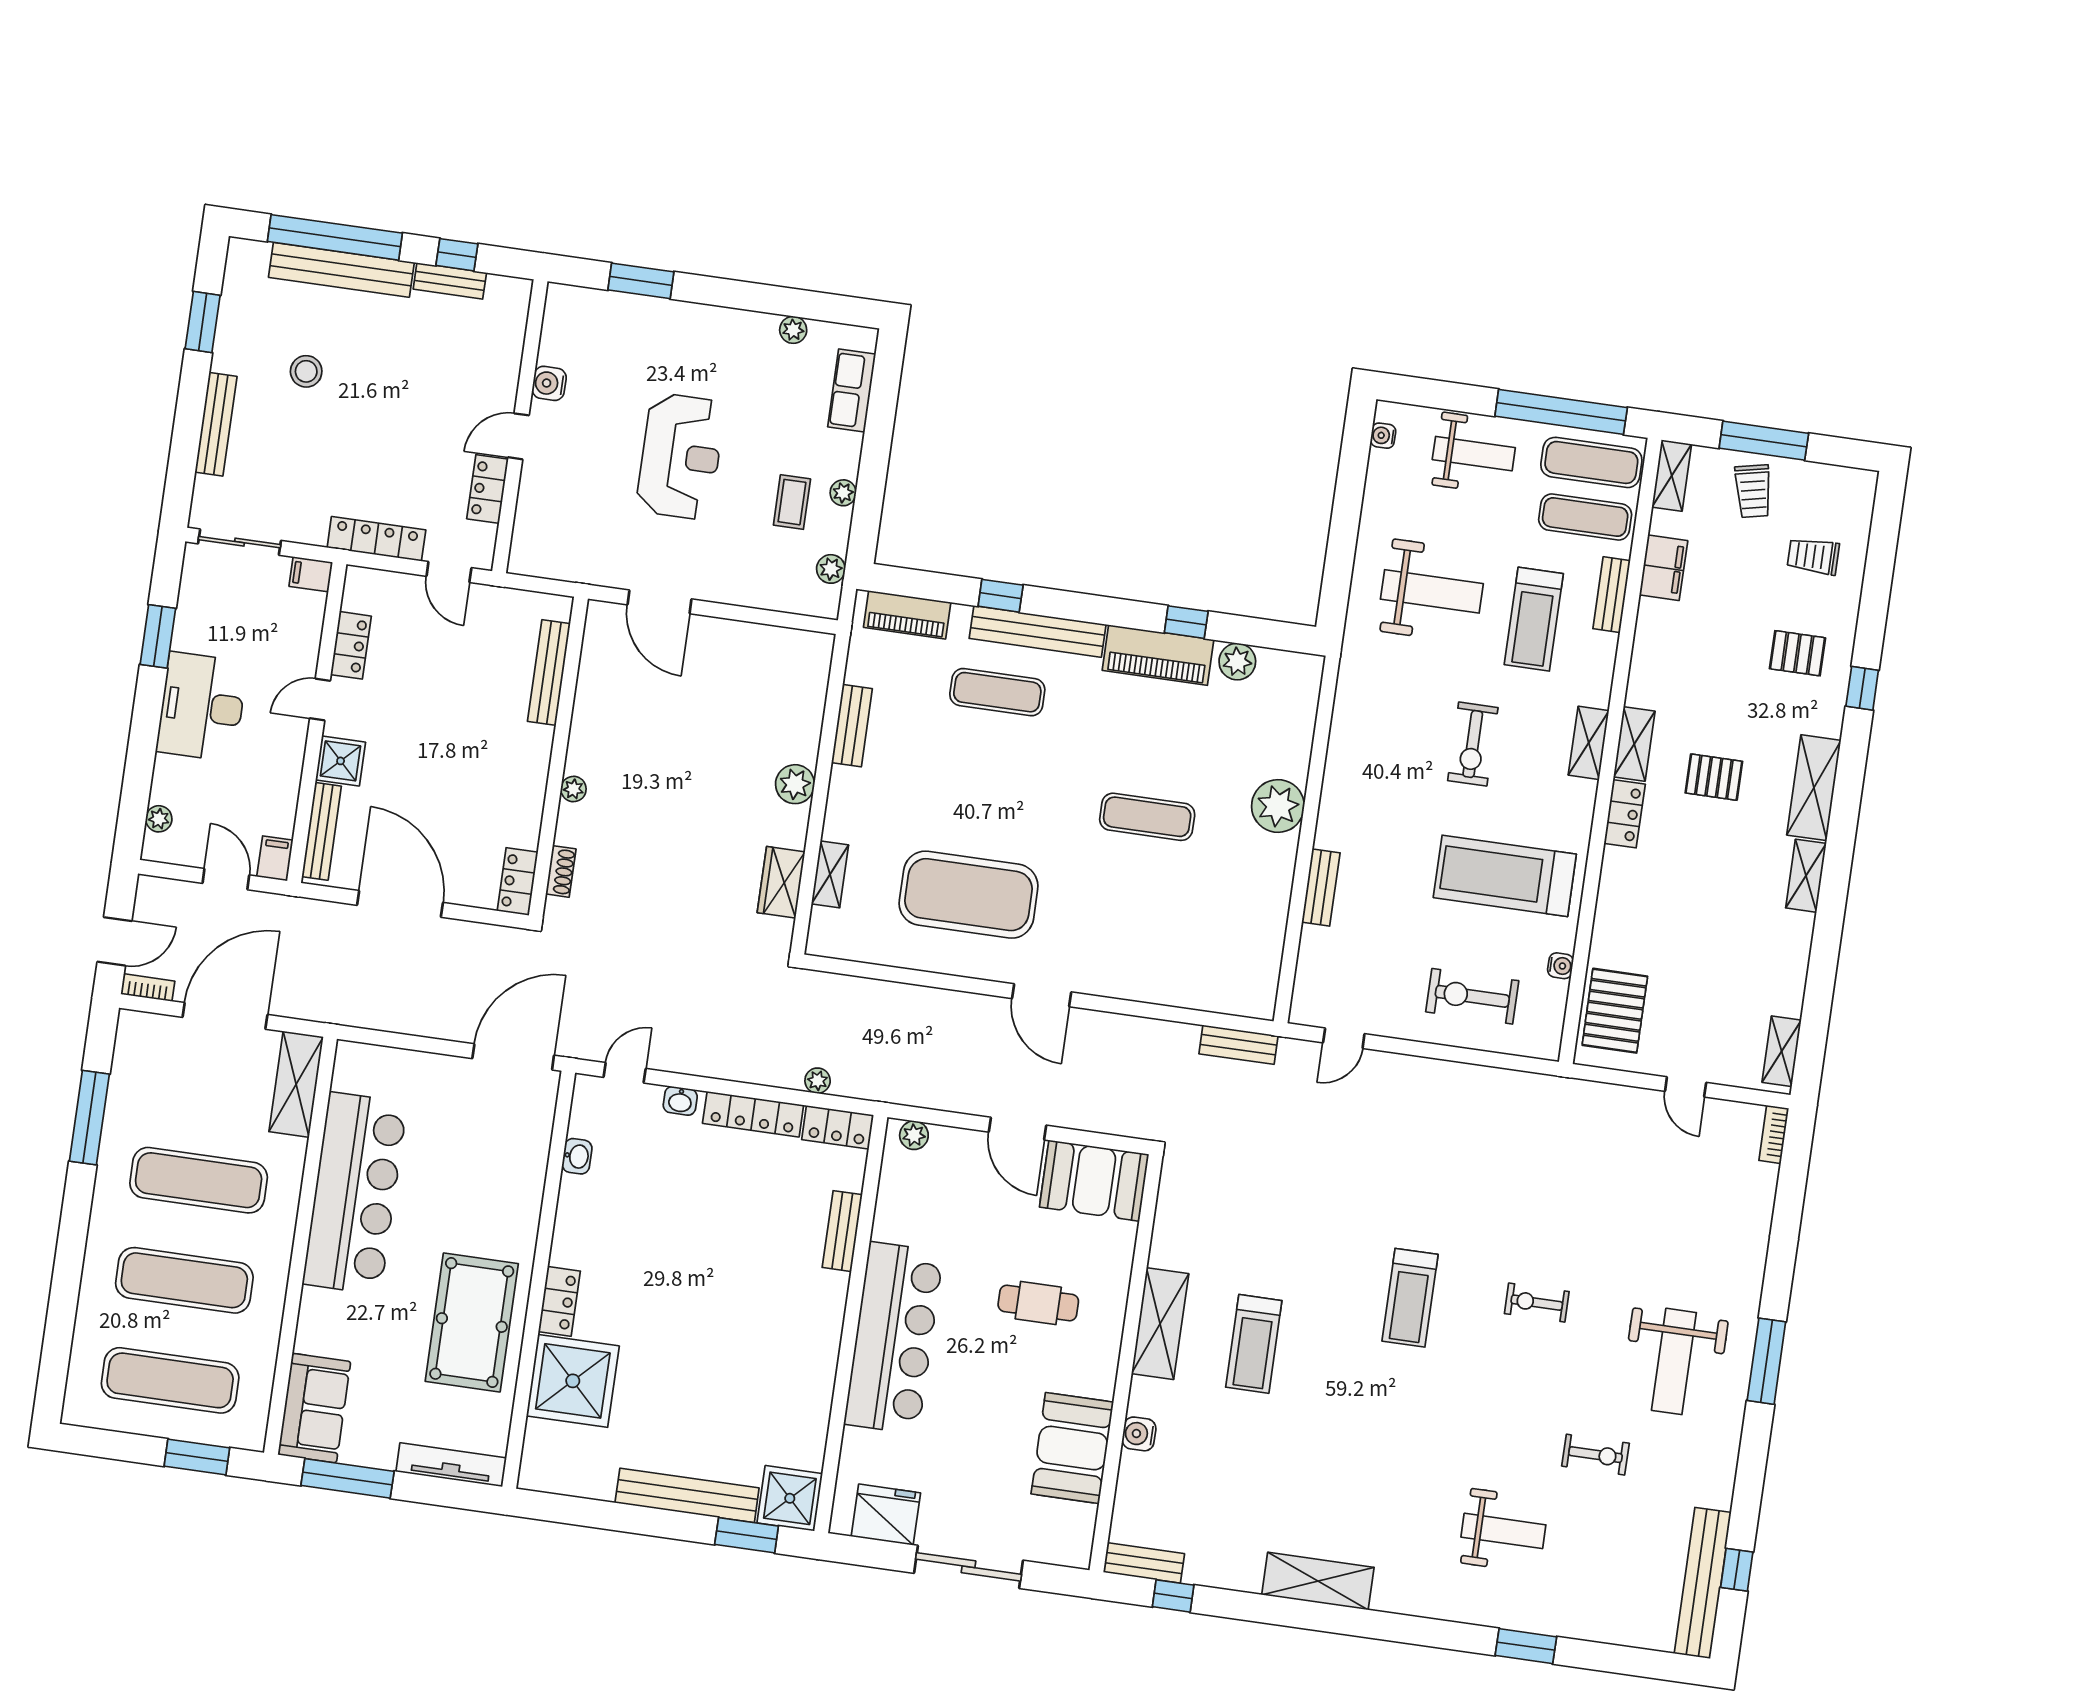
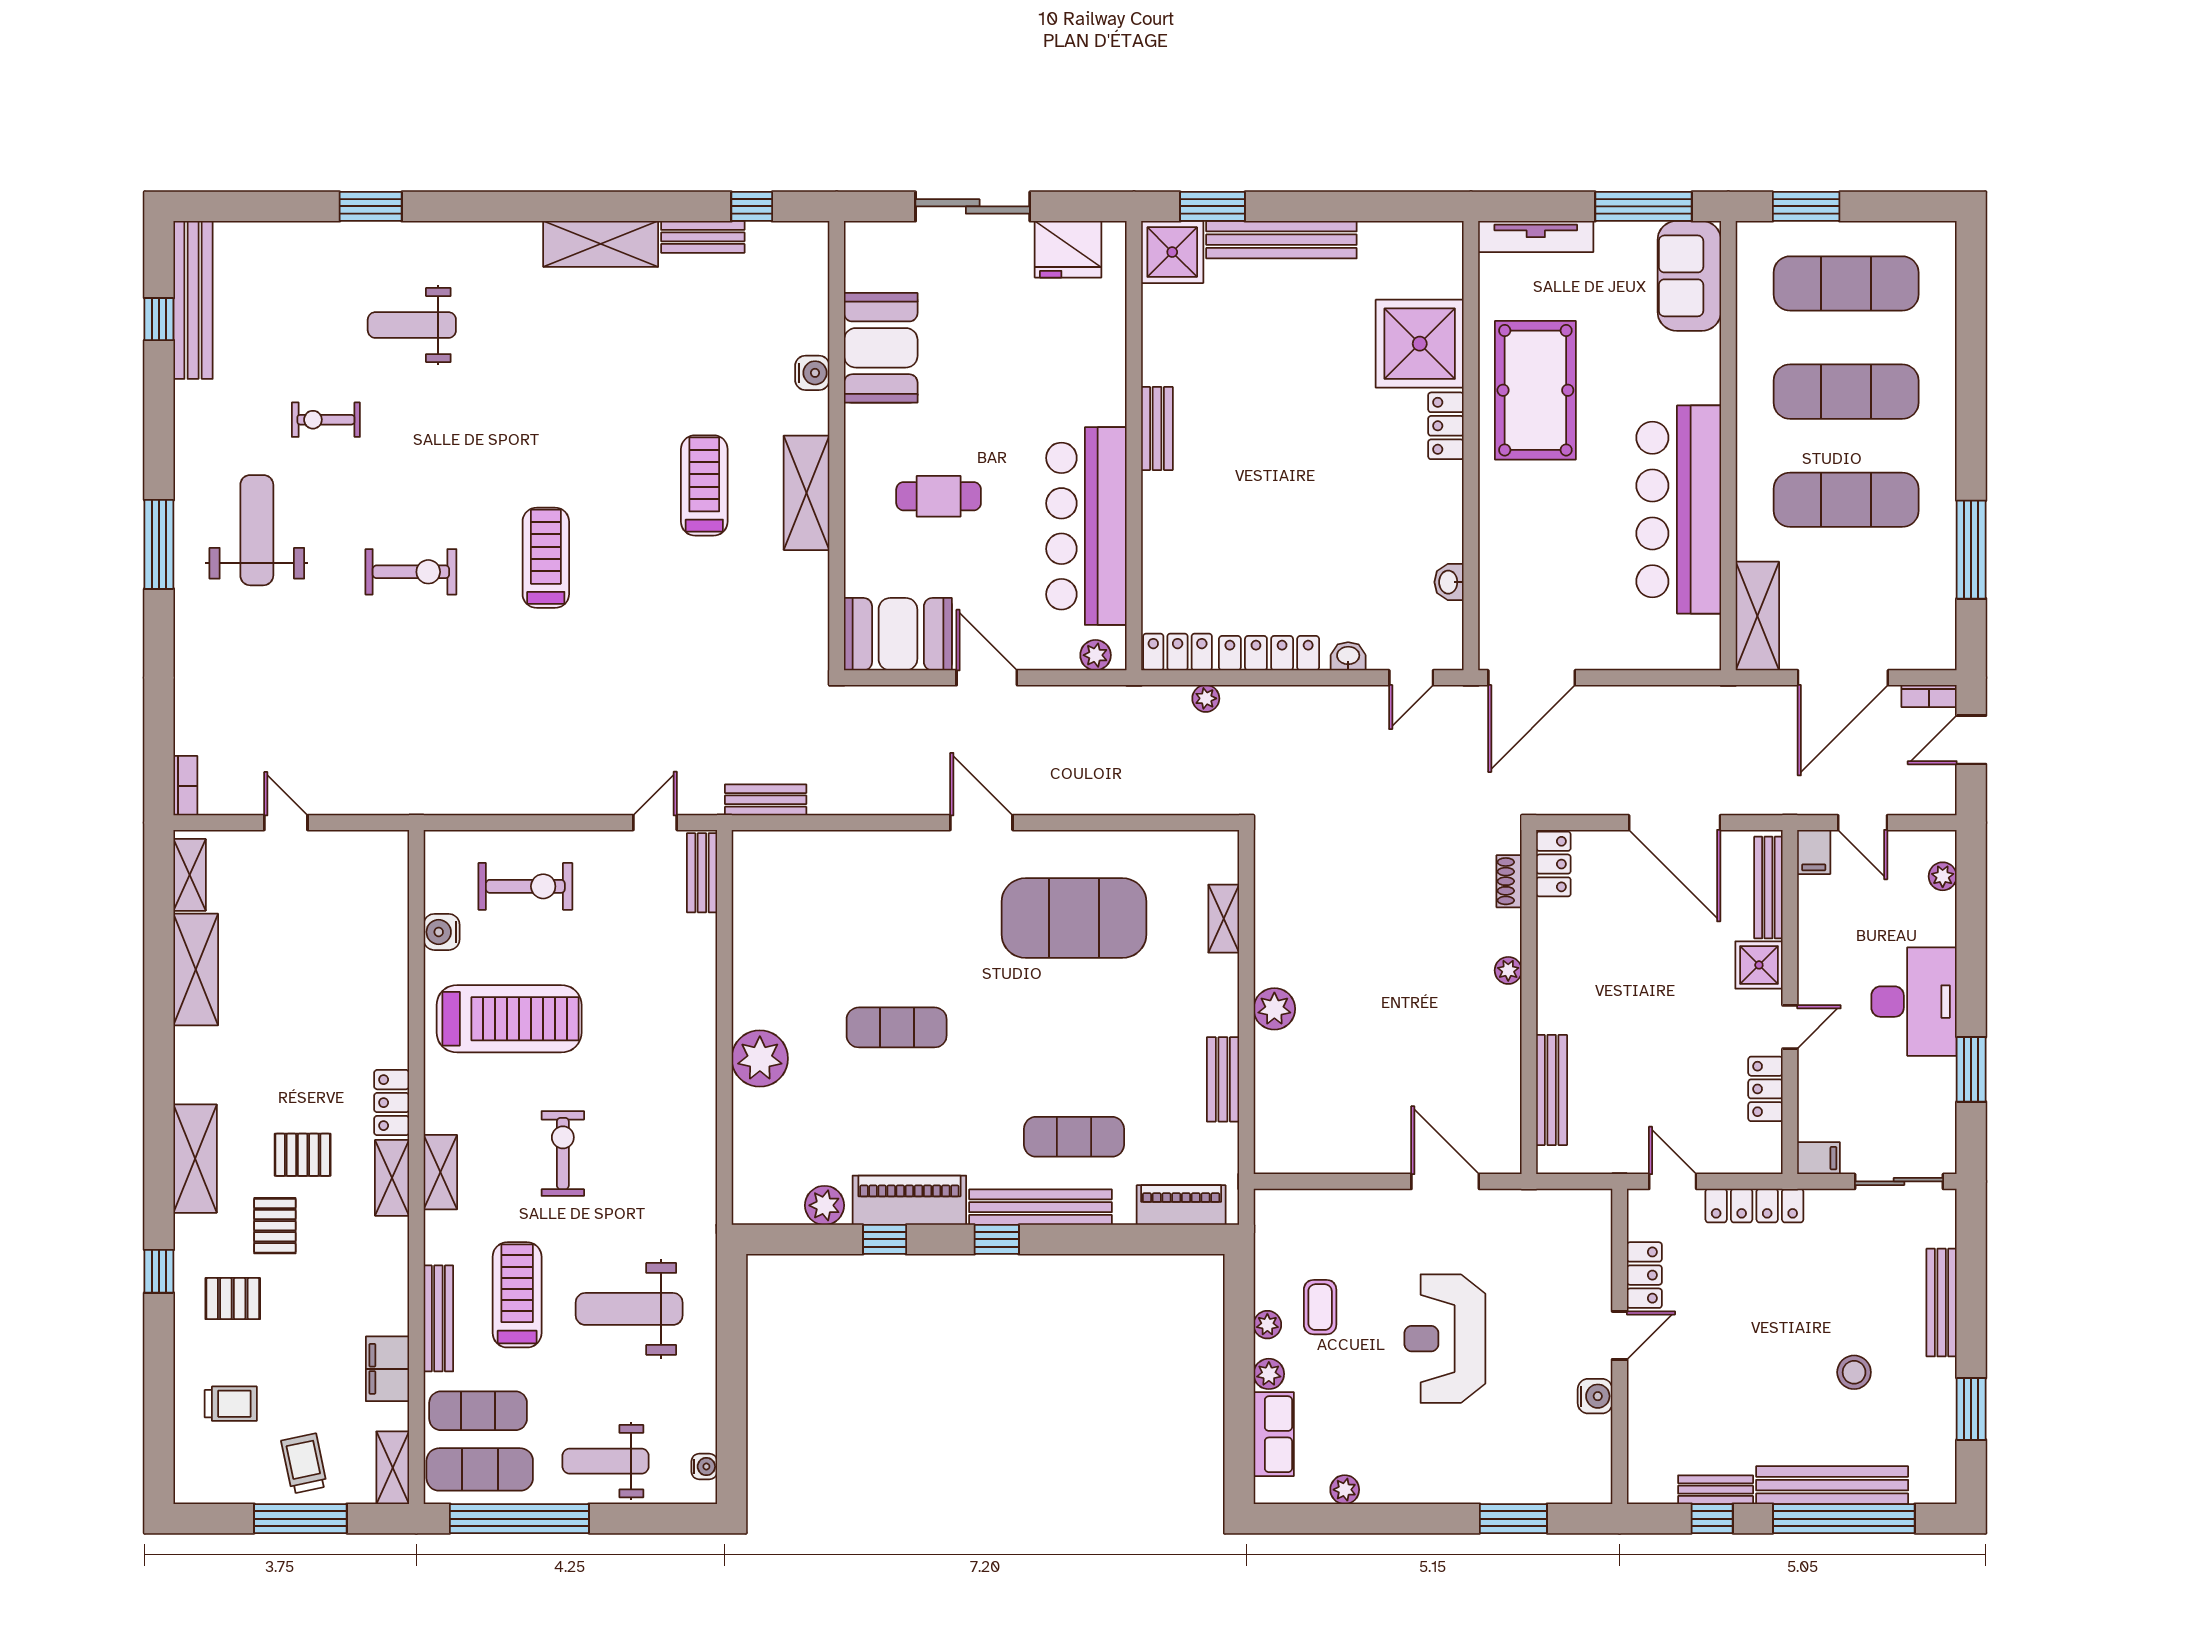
plant: (831, 569) -> (1269, 1374), moved
bench: (1612, 595) -> (438, 1318), width x1.36
window: (1001, 596) -> (997, 1239), moved
shelving: (1806, 876) -> (196, 970), moved, width x1.50, depth x1.33
wardrobe: (781, 882) -> (1274, 903), removed
bench: (1321, 888) -> (702, 873), moved
water cooler: (1560, 966) -> (442, 932), width x1.38, depth x1.38
pallet: (1615, 1011) -> (275, 1226), moved, width x0.67, depth x0.71
bench: (842, 1231) -> (1157, 428), moved
exercise bike: (1537, 1303) -> (411, 572), width x1.38, depth x1.39
bar counter: (894, 1338) -> (1086, 526), moved
bench: (1144, 1563) -> (703, 237), moved

